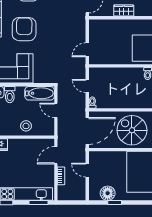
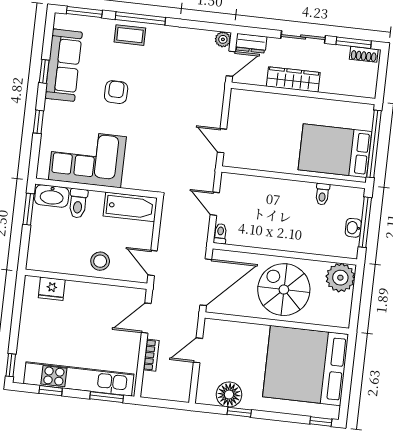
wardrobe: (124, 11) -> (293, 79), width x1.50
armchair: (24, 29) -> (116, 92), width x0.53, depth x0.53
door: (87, 50) -> (222, 141), hinge flipped
door: (56, 110) -> (153, 263), moved
door: (87, 170) -> (198, 350), hinge flipped

